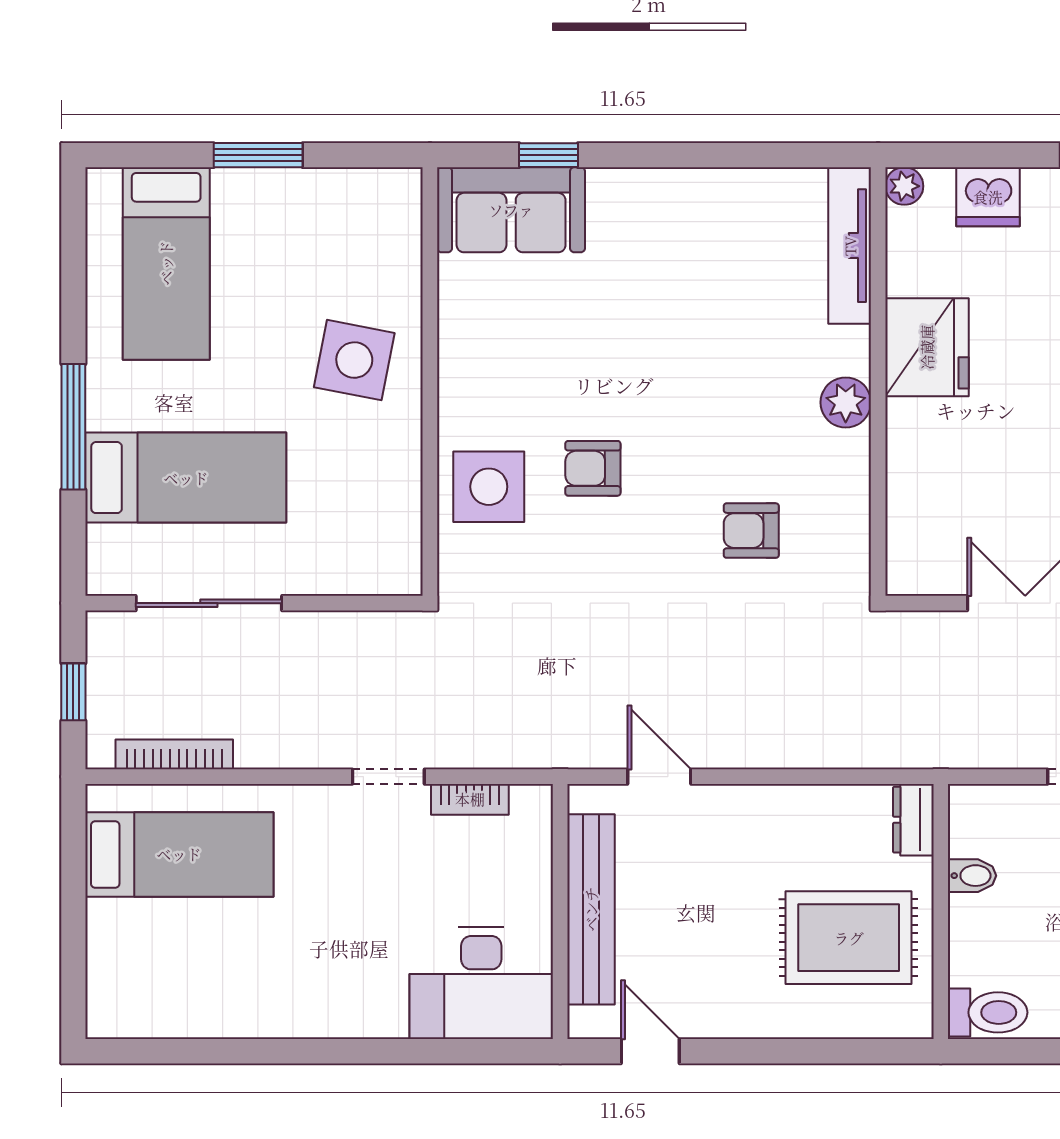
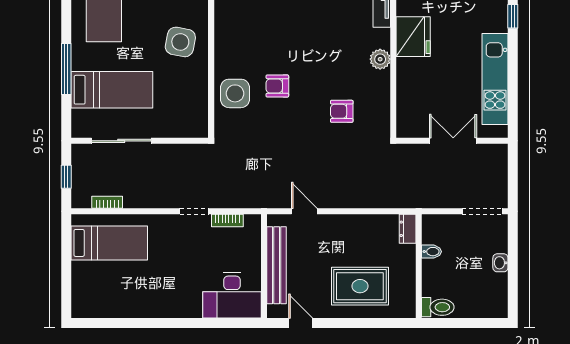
bookcase: (174, 754) -> (107, 202), width x0.64
rug: (849, 938) -> (360, 286), moved

